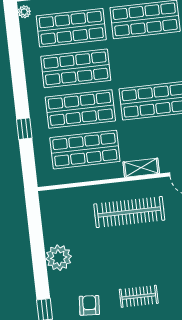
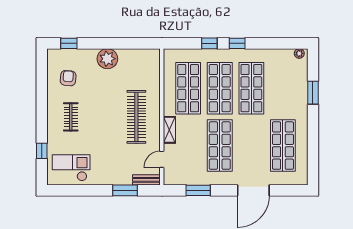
shop shelf: (71, 28) -> (283, 88), removed
window: (20, 93) -> (237, 43), added
armchair: (89, 305) -> (68, 78), turned -89

